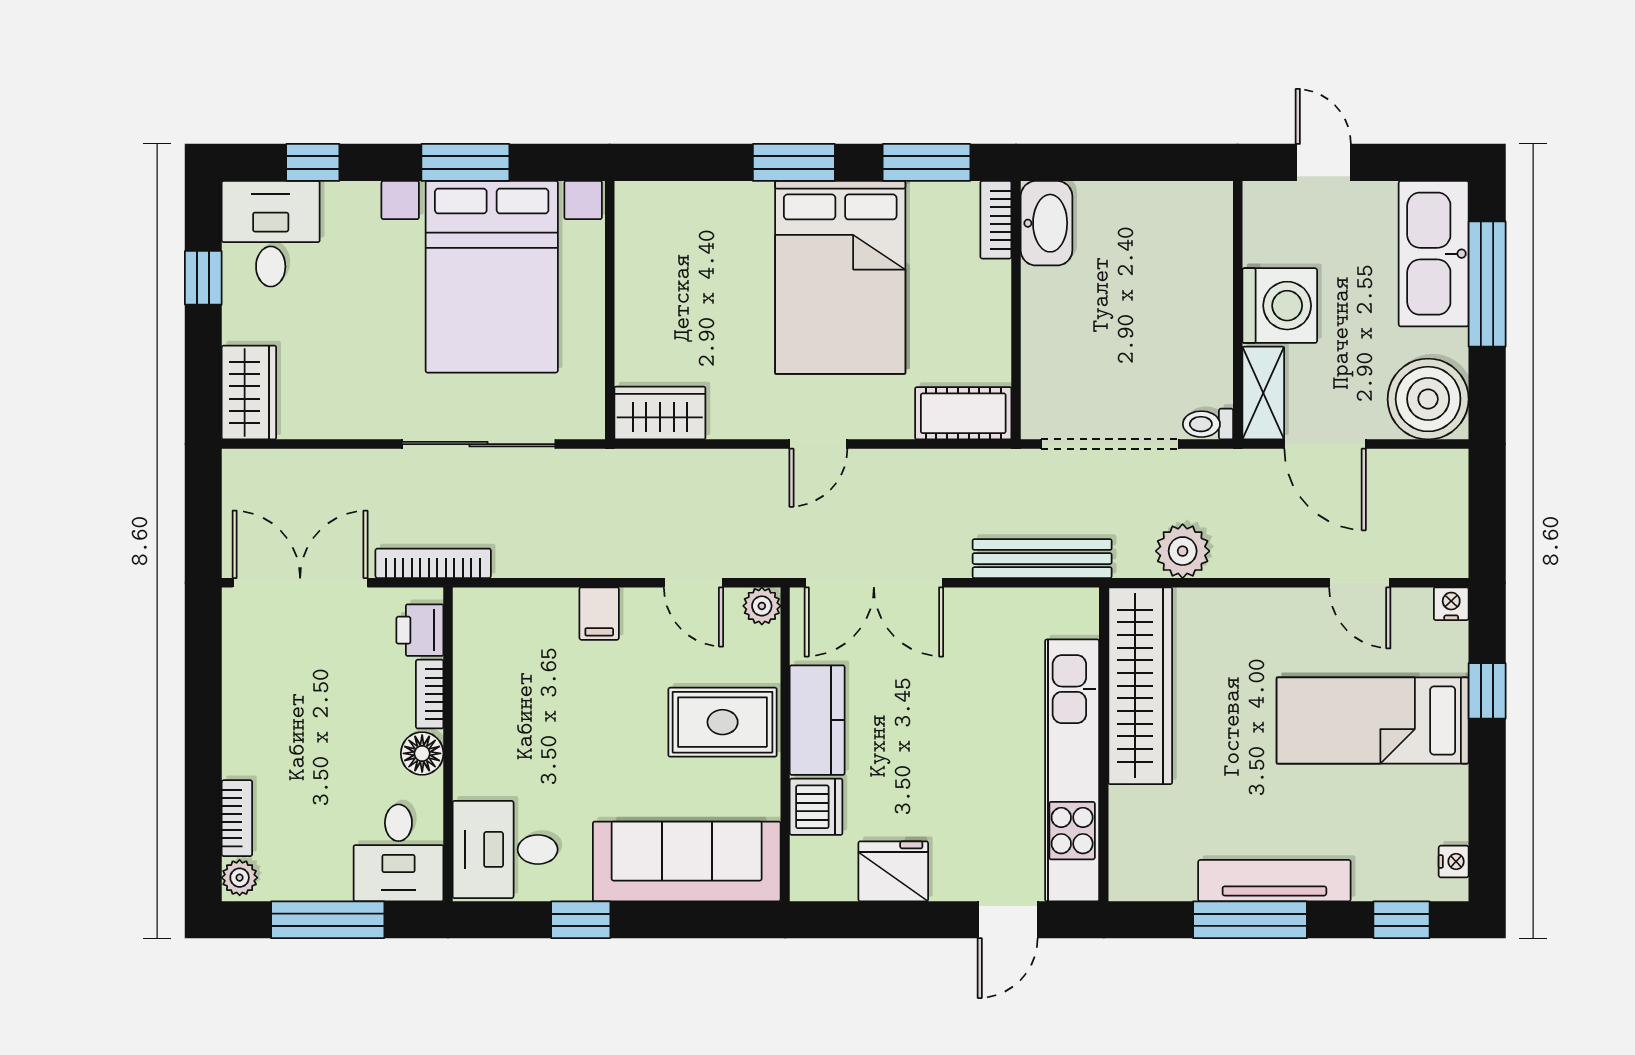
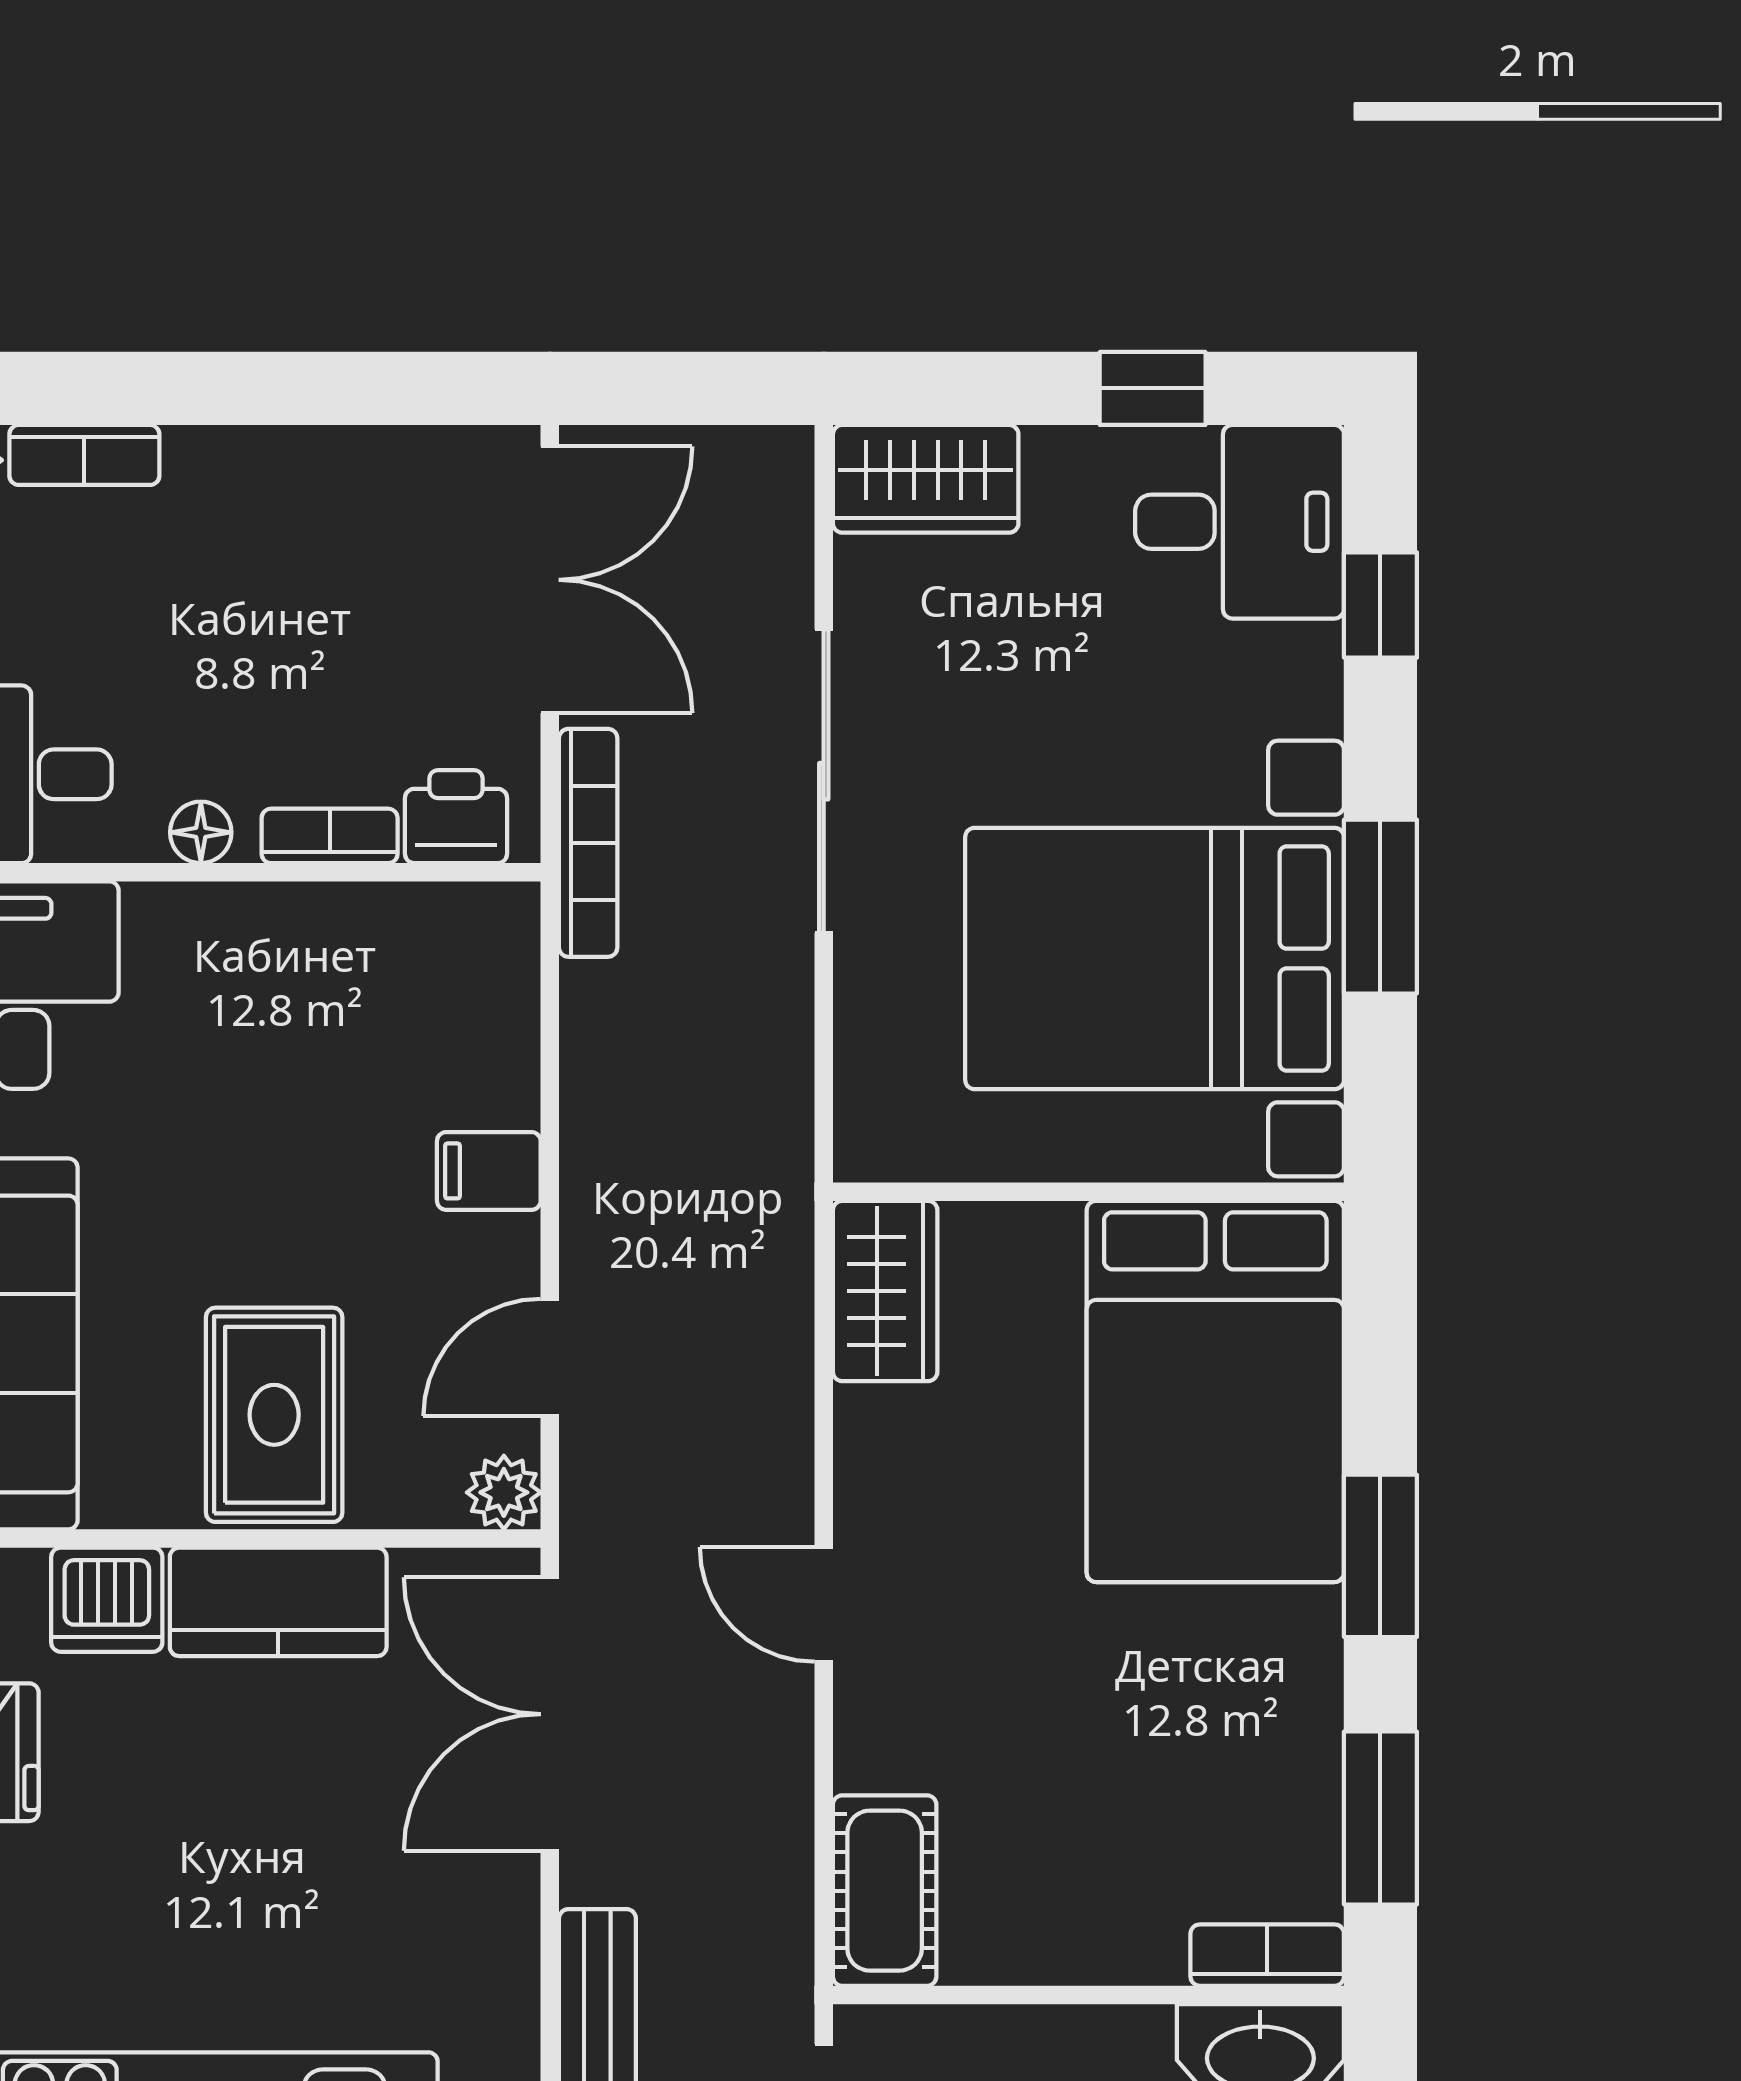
bed: (840, 277) -> (1215, 1391), moved, turned -90
sliding door: (478, 444) -> (824, 781), moved
floor lamp: (422, 753) -> (201, 832), width x0.73, depth x0.73

